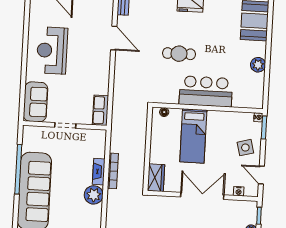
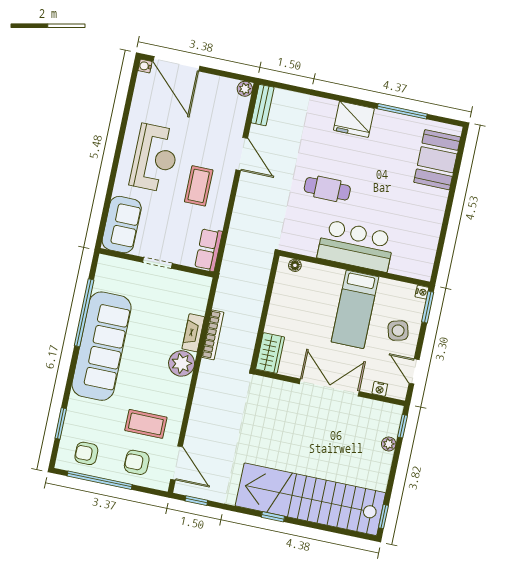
reception desk: (52, 50) -> (155, 158), turned 180
plant: (258, 65) -> (433, 220), removed
coffee table: (86, 66) -> (199, 186), added
bed: (193, 136) -> (355, 309), moved

